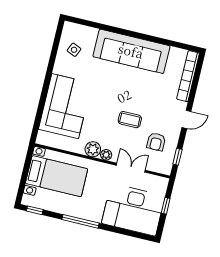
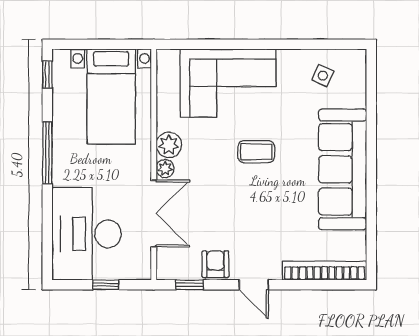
coffee table: (130, 120) -> (256, 152), moved, turned 90
armchair: (156, 142) -> (215, 264), moved, turned 90
double door: (131, 168) -> (154, 213), width x1.37

